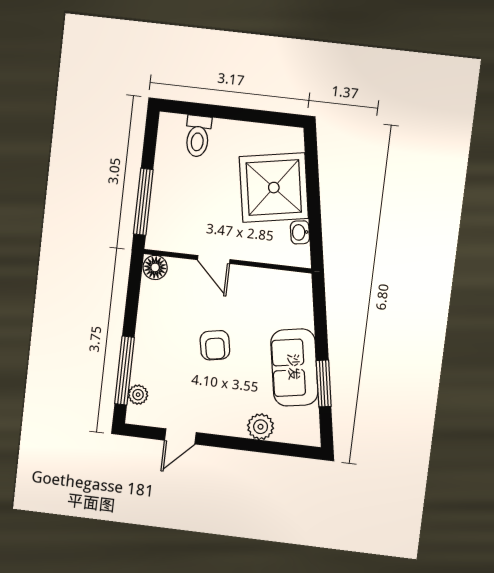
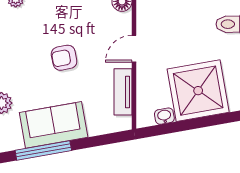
tv unit: (265, 279) -> (123, 92), added
window: (324, 383) -> (43, 150), width x1.44

